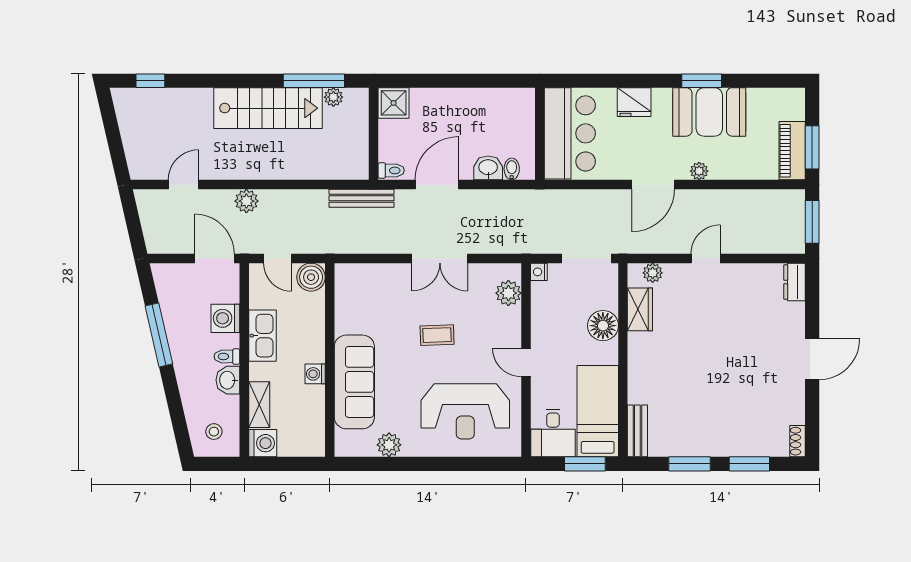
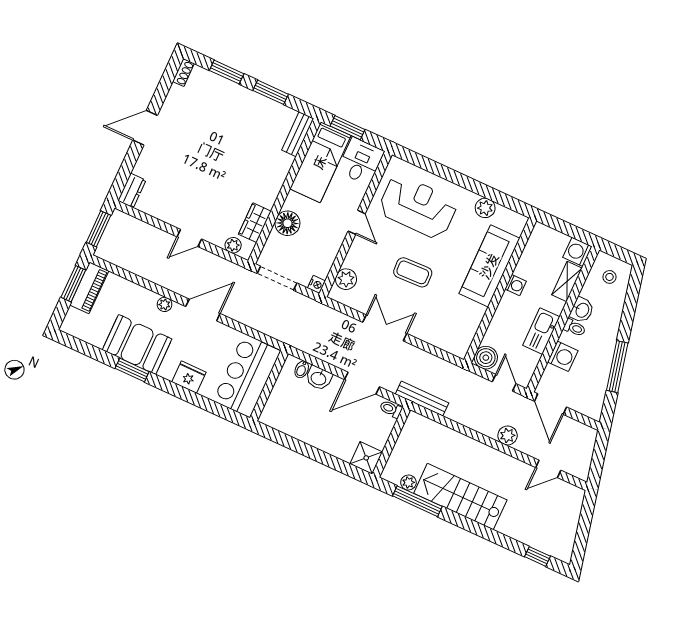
coffee table: (437, 335) -> (413, 272), width x1.36, depth x1.30

